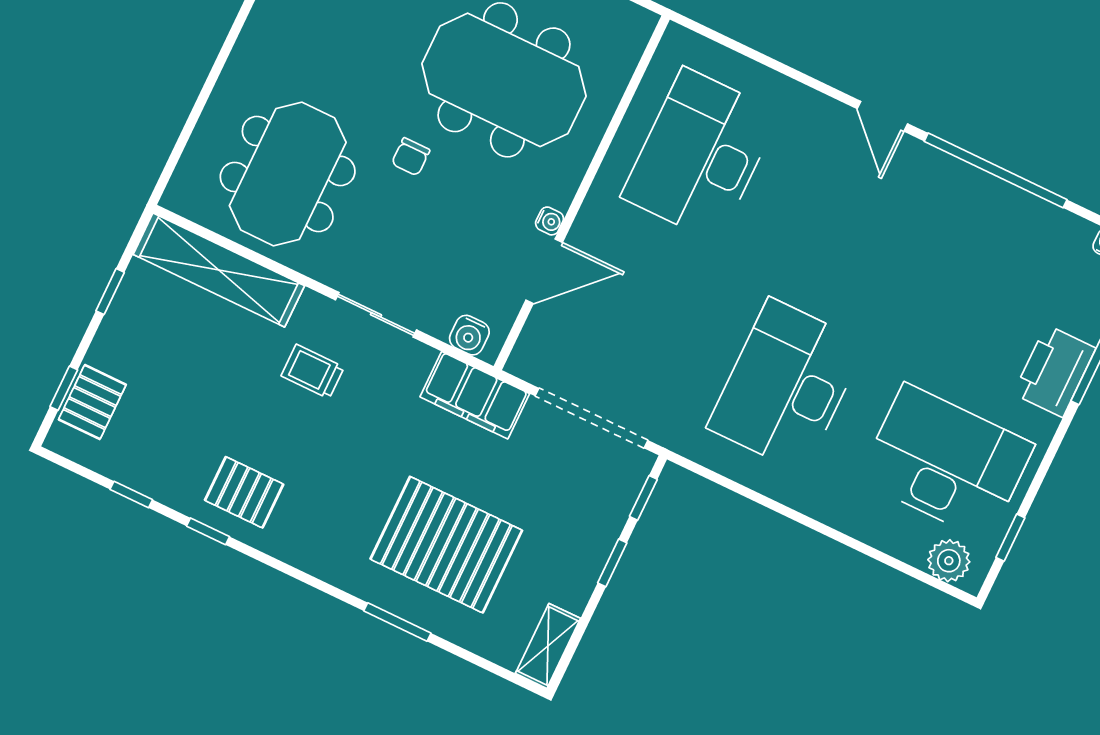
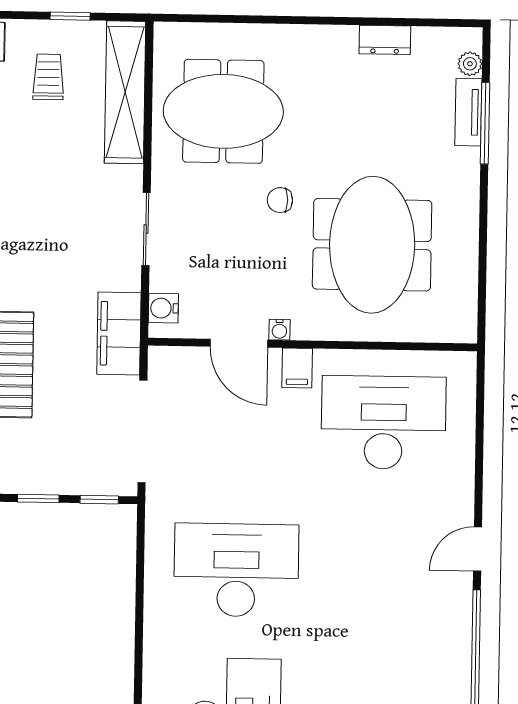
filing cabinet: (599, 221) -> (297, 368), added
trolley: (313, 372) -> (48, 77), moved

